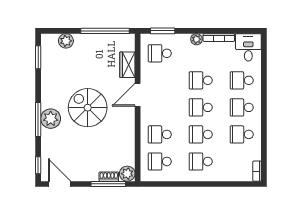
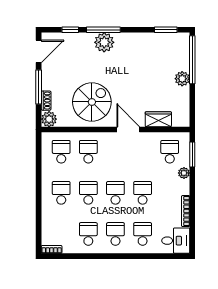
window: (105, 31) -> (192, 60), moved
plant: (196, 39) -> (184, 173), moved
plant: (66, 41) -> (182, 79), moved
spiral stairs: (88, 108) -> (92, 102), moved
window: (38, 165) -> (70, 30), moved
window: (108, 184) -> (39, 87), moved

